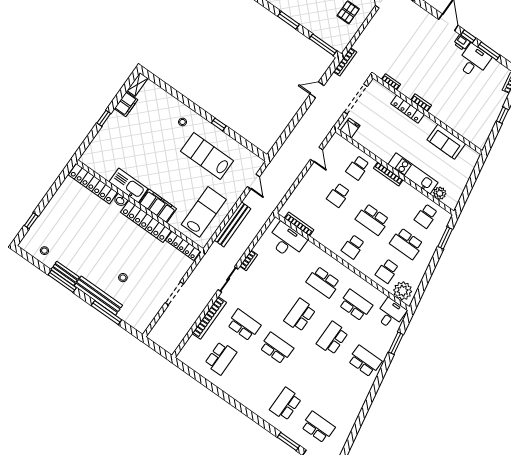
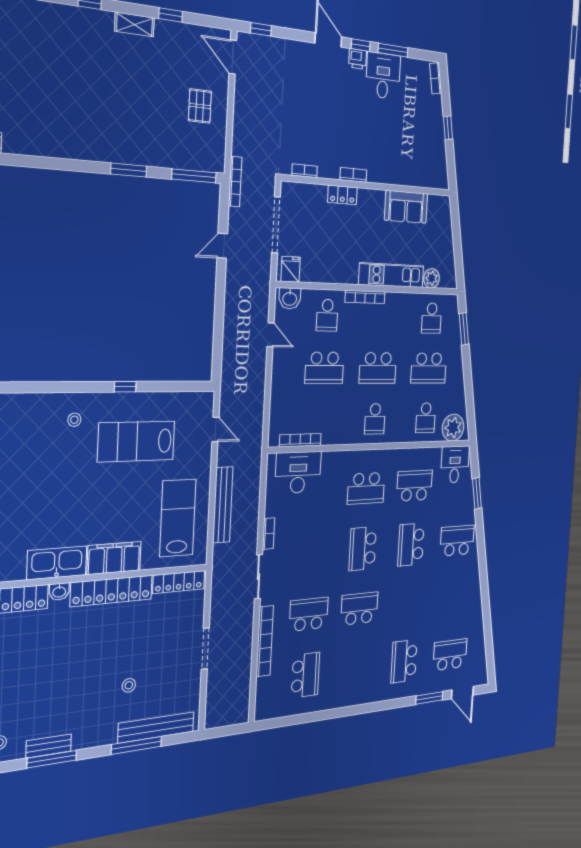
locker: (407, 109) -> (342, 195), width x0.66
washbasin: (340, 143) -> (290, 298), added
school desk: (338, 195) -> (324, 368), width x1.85
bench: (98, 296) -> (156, 728), moved

